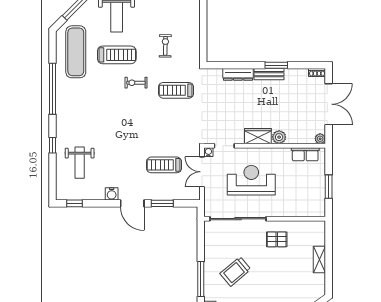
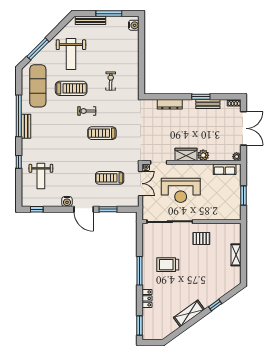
bench: (269, 74) -> (208, 104), moved
treadmill: (176, 90) -> (102, 133), moved
bench: (61, 101) -> (26, 126), added
double door: (202, 172) -> (141, 184), swing flipped
reception desk: (251, 180) -> (181, 190), turned 180
trolley: (235, 271) -> (168, 265), turned 40

